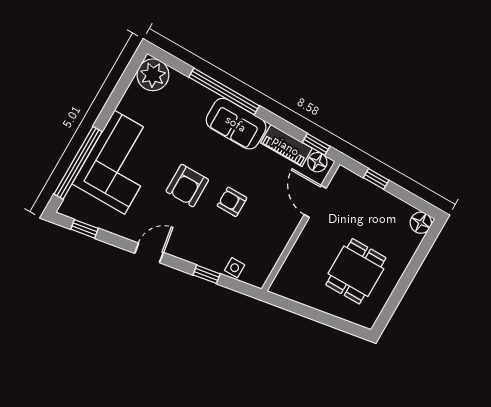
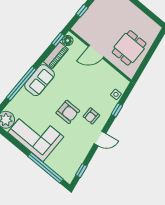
corner sofa: (119, 162) -> (36, 135), moved
door: (315, 201) -> (96, 52), moved
armchair: (232, 202) -> (91, 116), moved
door: (149, 253) -> (100, 138), swing flipped
dining table: (356, 271) -> (129, 48), moved, turned 90

